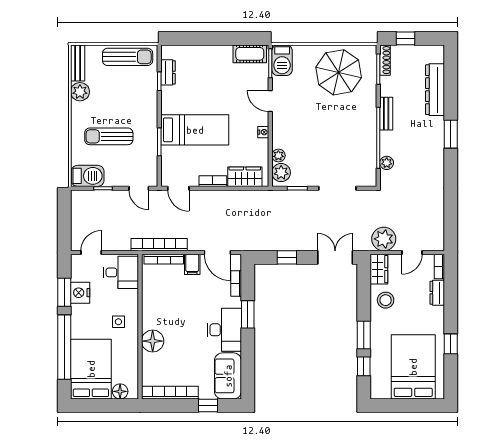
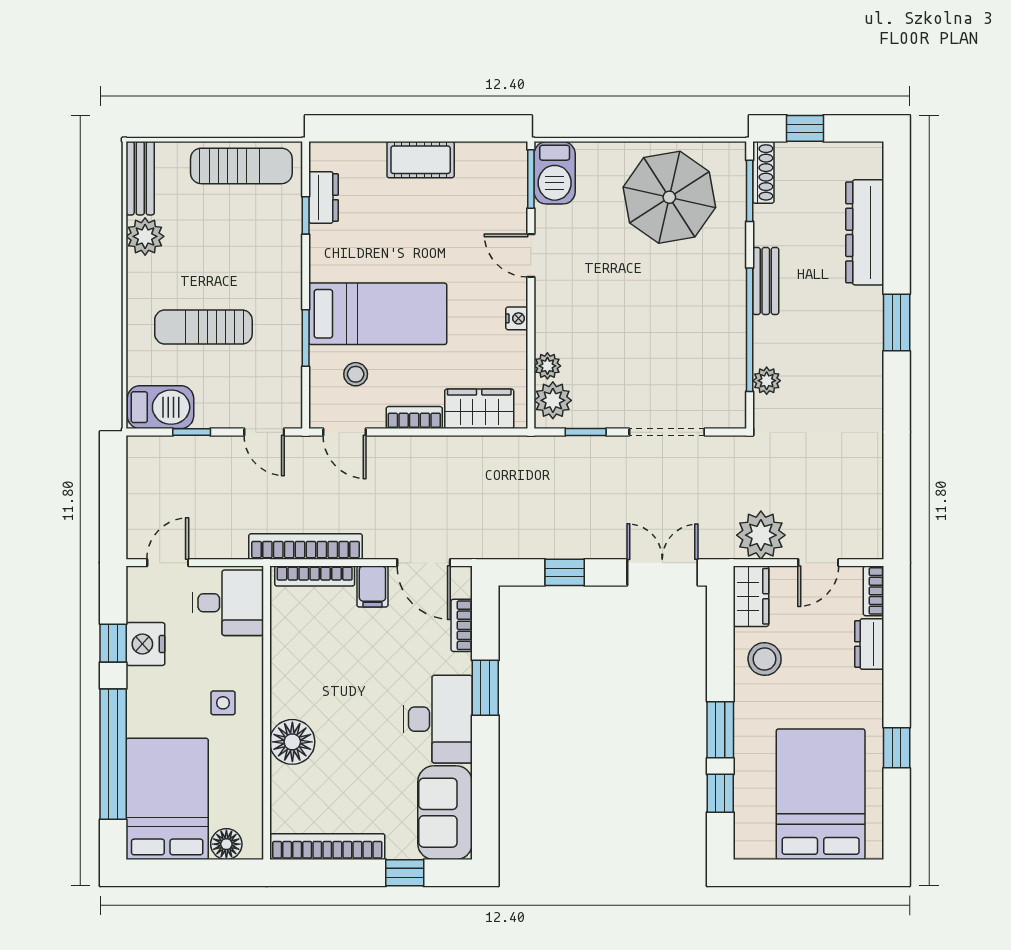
cot: (250, 54) -> (421, 160), moved
stool: (184, 160) -> (356, 374), added
window: (64, 292) -> (113, 643), width x0.67

